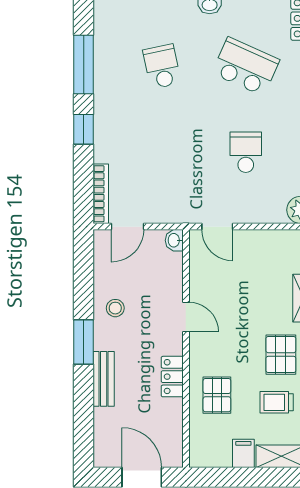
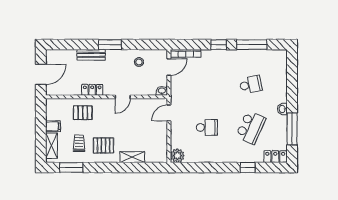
door: (127, 227) -> (169, 67), swing flipped
stool: (115, 308) -> (139, 62), moved

